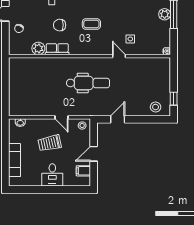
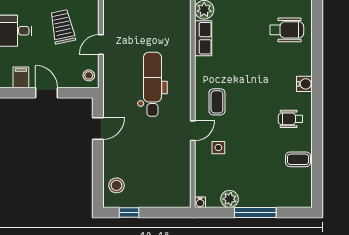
plant: (165, 14) -> (230, 199), moved
coffee table: (91, 24) -> (217, 102), moved
chair: (60, 25) -> (239, 42), removed
dental chair: (88, 83) -> (152, 84), turned 180
door: (118, 119) -> (98, 128), hinge flipped

